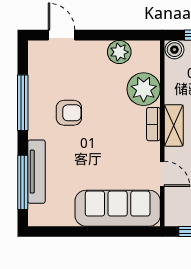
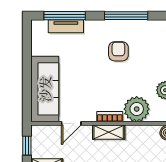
armchair: (69, 113) -> (118, 51), turned 180
tv unit: (36, 172) -> (66, 26), width x0.71

